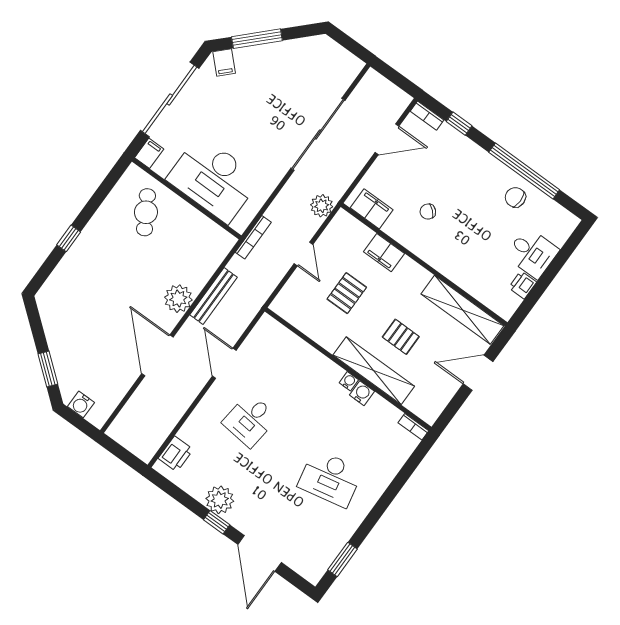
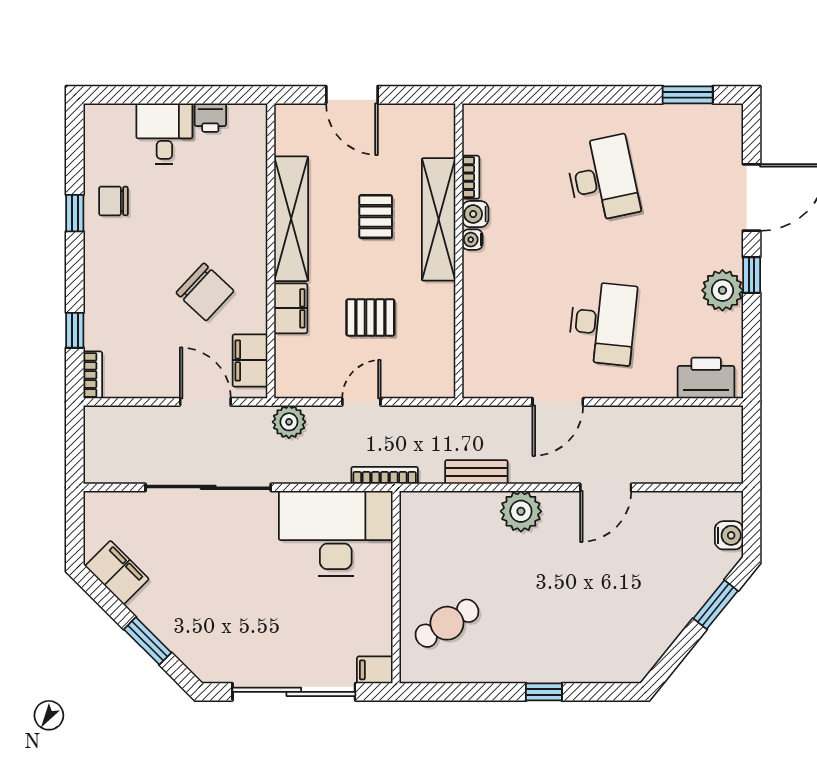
window: (257, 39) -> (148, 641), width x0.69
filing cabinet: (224, 63) -> (117, 572), moved, width x2.00
door: (387, 139) -> (205, 402), moved
window: (524, 171) -> (75, 213), width x0.32
desk: (214, 179) -> (336, 533), moved, turned -90
chair: (515, 197) -> (113, 201), turned 90
chair: (428, 212) -> (205, 292), width x1.87, depth x1.87
bench: (214, 296) -> (476, 472), width x0.73
shelving: (462, 310) -> (291, 219), moved
door: (157, 355) -> (606, 487), width x0.73
desk: (250, 420) -> (603, 323), width x1.37
bookcase: (413, 427) -> (471, 177), moved
printer: (176, 454) -> (706, 378), width x1.37, depth x1.19

